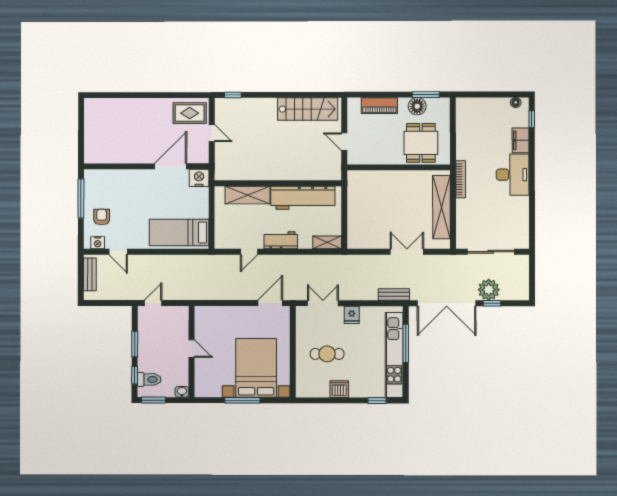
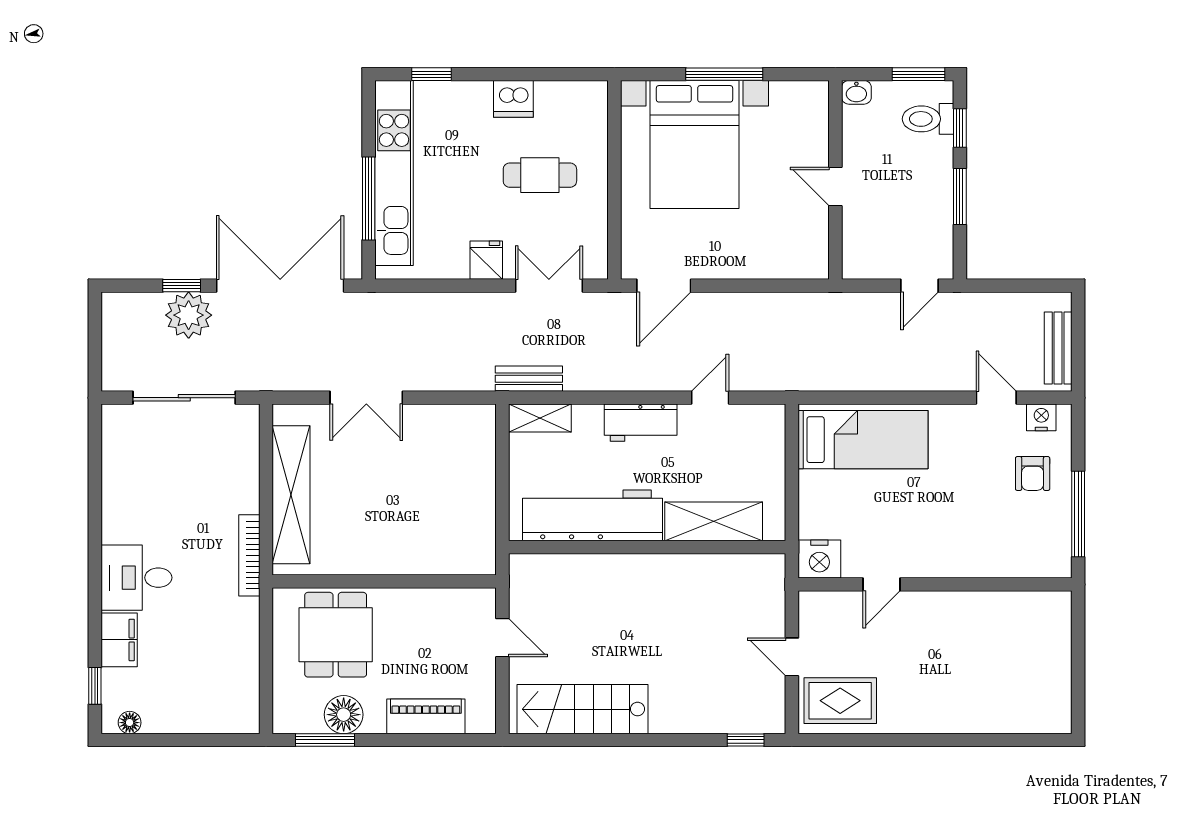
door: (171, 166) -> (882, 584), width x0.53
desk: (513, 175) -> (136, 578), width x0.73
bench: (394, 294) -> (529, 379), moved
double door: (323, 303) -> (549, 286), swing flipped

